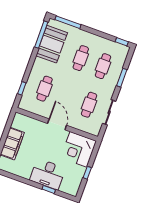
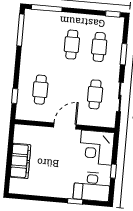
booth: (52, 44) -> (35, 38), removed
door: (57, 124) -> (65, 126), hinge flipped
desk: (48, 174) -> (92, 187), moved

